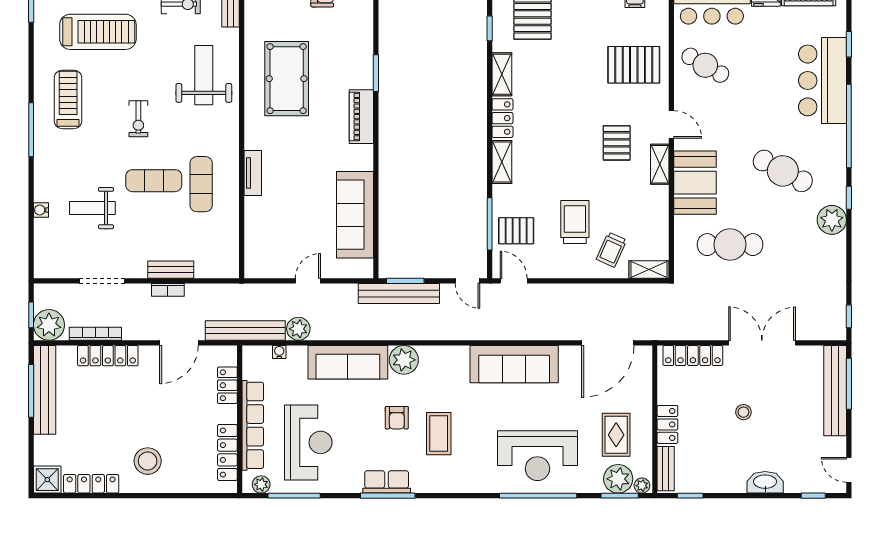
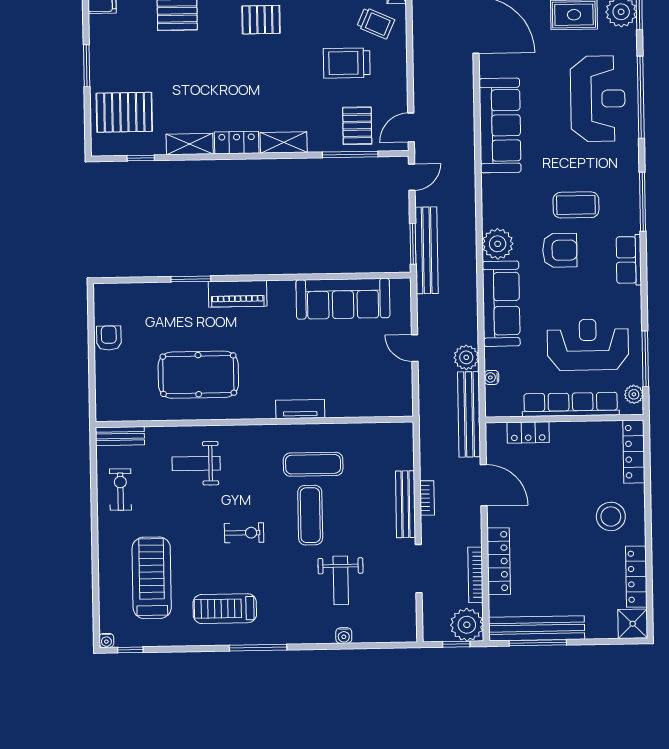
weight bench: (204, 75) -> (196, 463), width x0.73, depth x0.75
bench: (171, 270) -> (405, 504), width x1.36
armchair: (397, 418) -> (560, 250), width x1.38, depth x1.38
locker: (227, 453) -> (634, 452), moved, turned 90
window: (388, 496) -> (643, 202), moved

